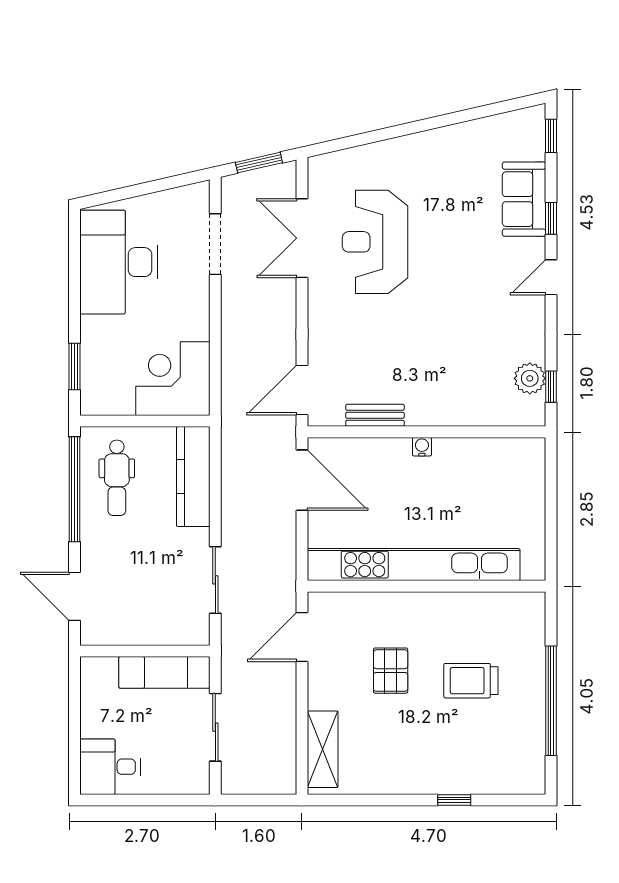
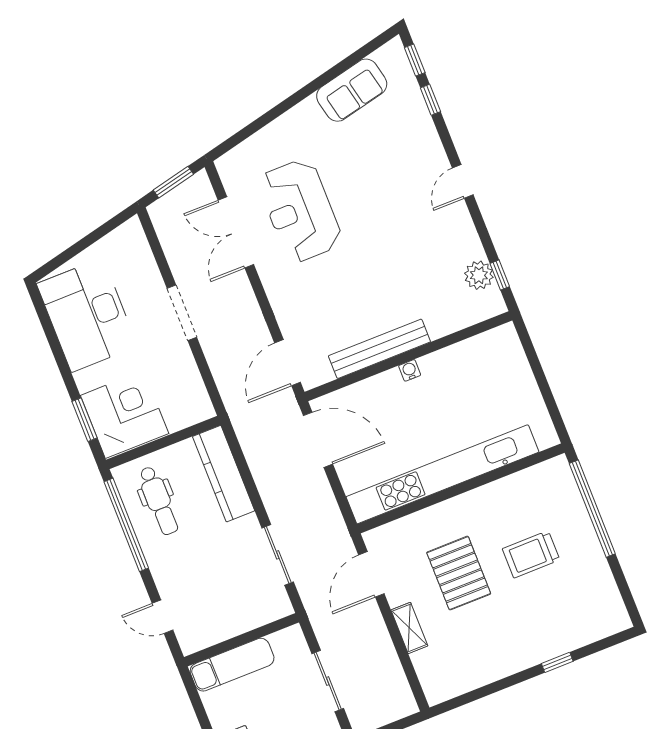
sofa: (524, 199) -> (352, 90), moved, turned -103
window: (551, 218) -> (430, 100), moved
doorway: (215, 244) -> (182, 313), moved
corner desk: (173, 379) -> (125, 414), moved, turned 90
bench: (375, 415) -> (379, 349), width x1.86, depth x1.21
door: (75, 596) -> (163, 617), width x0.73
pallet: (391, 671) -> (459, 573), width x1.50, depth x1.42
exam couch: (164, 672) -> (232, 665), moved
window: (551, 701) -> (592, 509), moved
shelving: (323, 749) -> (409, 628), moved, width x0.67, depth x0.75

